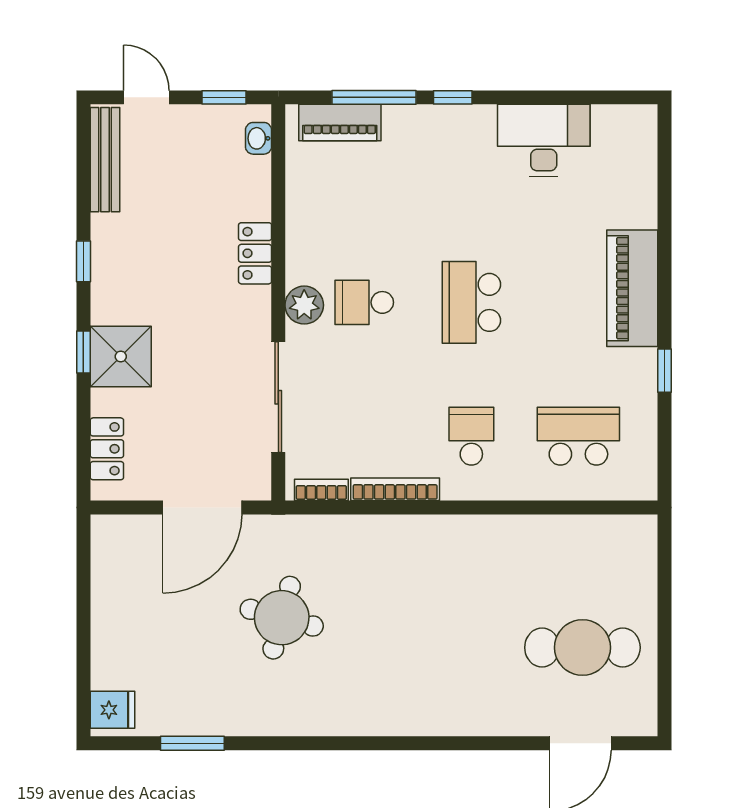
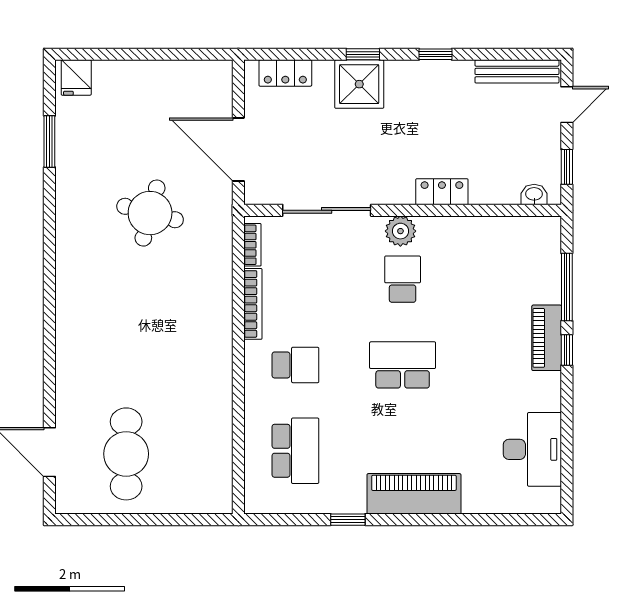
piano: (340, 123) -> (547, 338), moved
desk: (544, 140) -> (532, 449), moved

